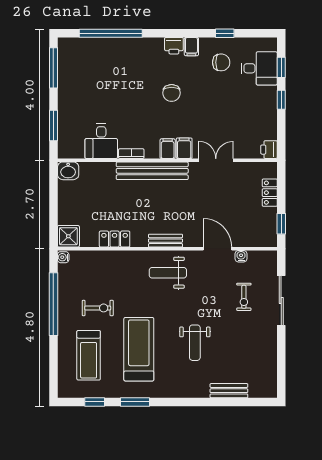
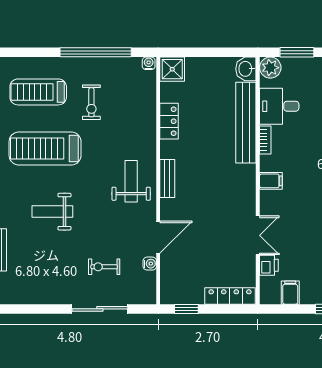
filing cabinet: (184, 148) -> (290, 293), moved, turned -90
plant: (67, 149) -> (270, 68), added
printer: (269, 150) -> (269, 265), moved, turned 90
bench: (152, 171) -> (246, 123), moved
locker: (270, 193) -> (230, 296), width x1.53
treadmill: (139, 349) -> (45, 148), turned 180

